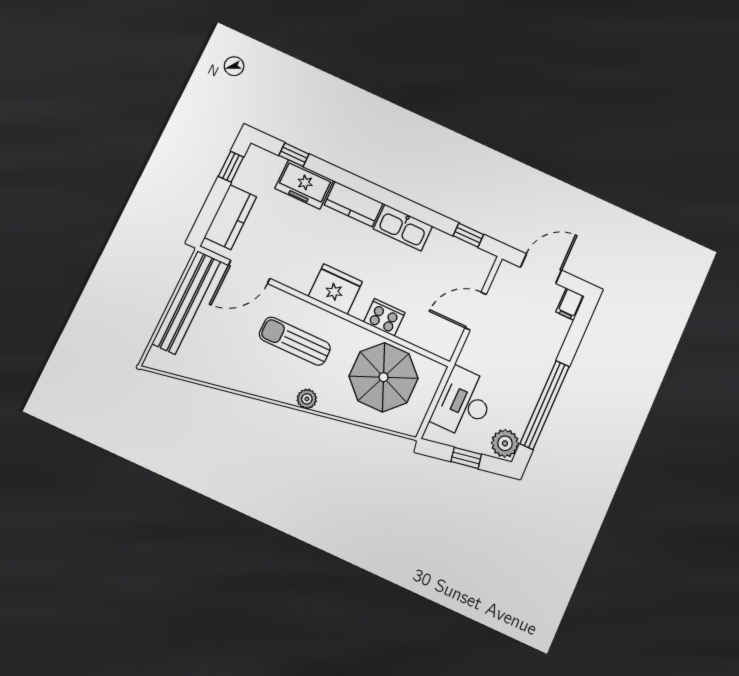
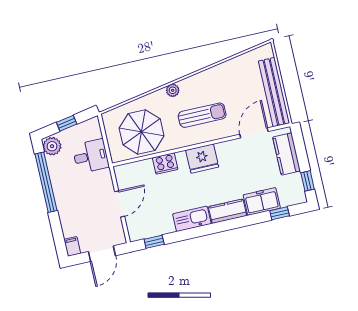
desk: (464, 403) -> (91, 156), width x0.73

